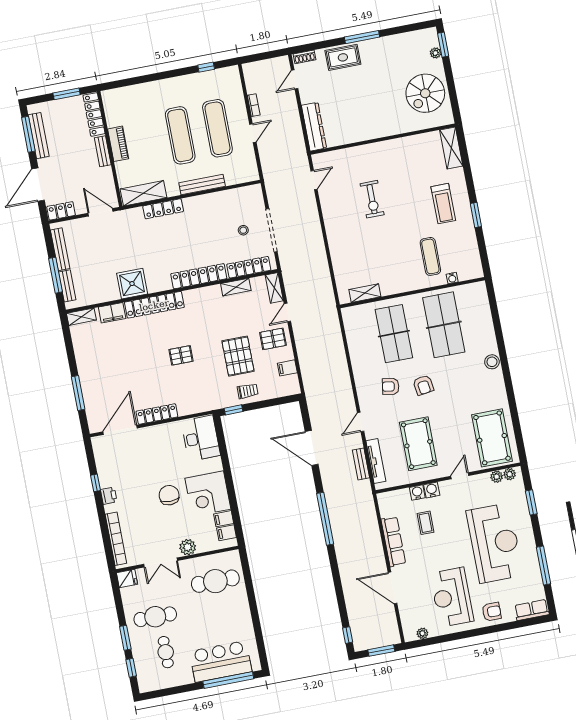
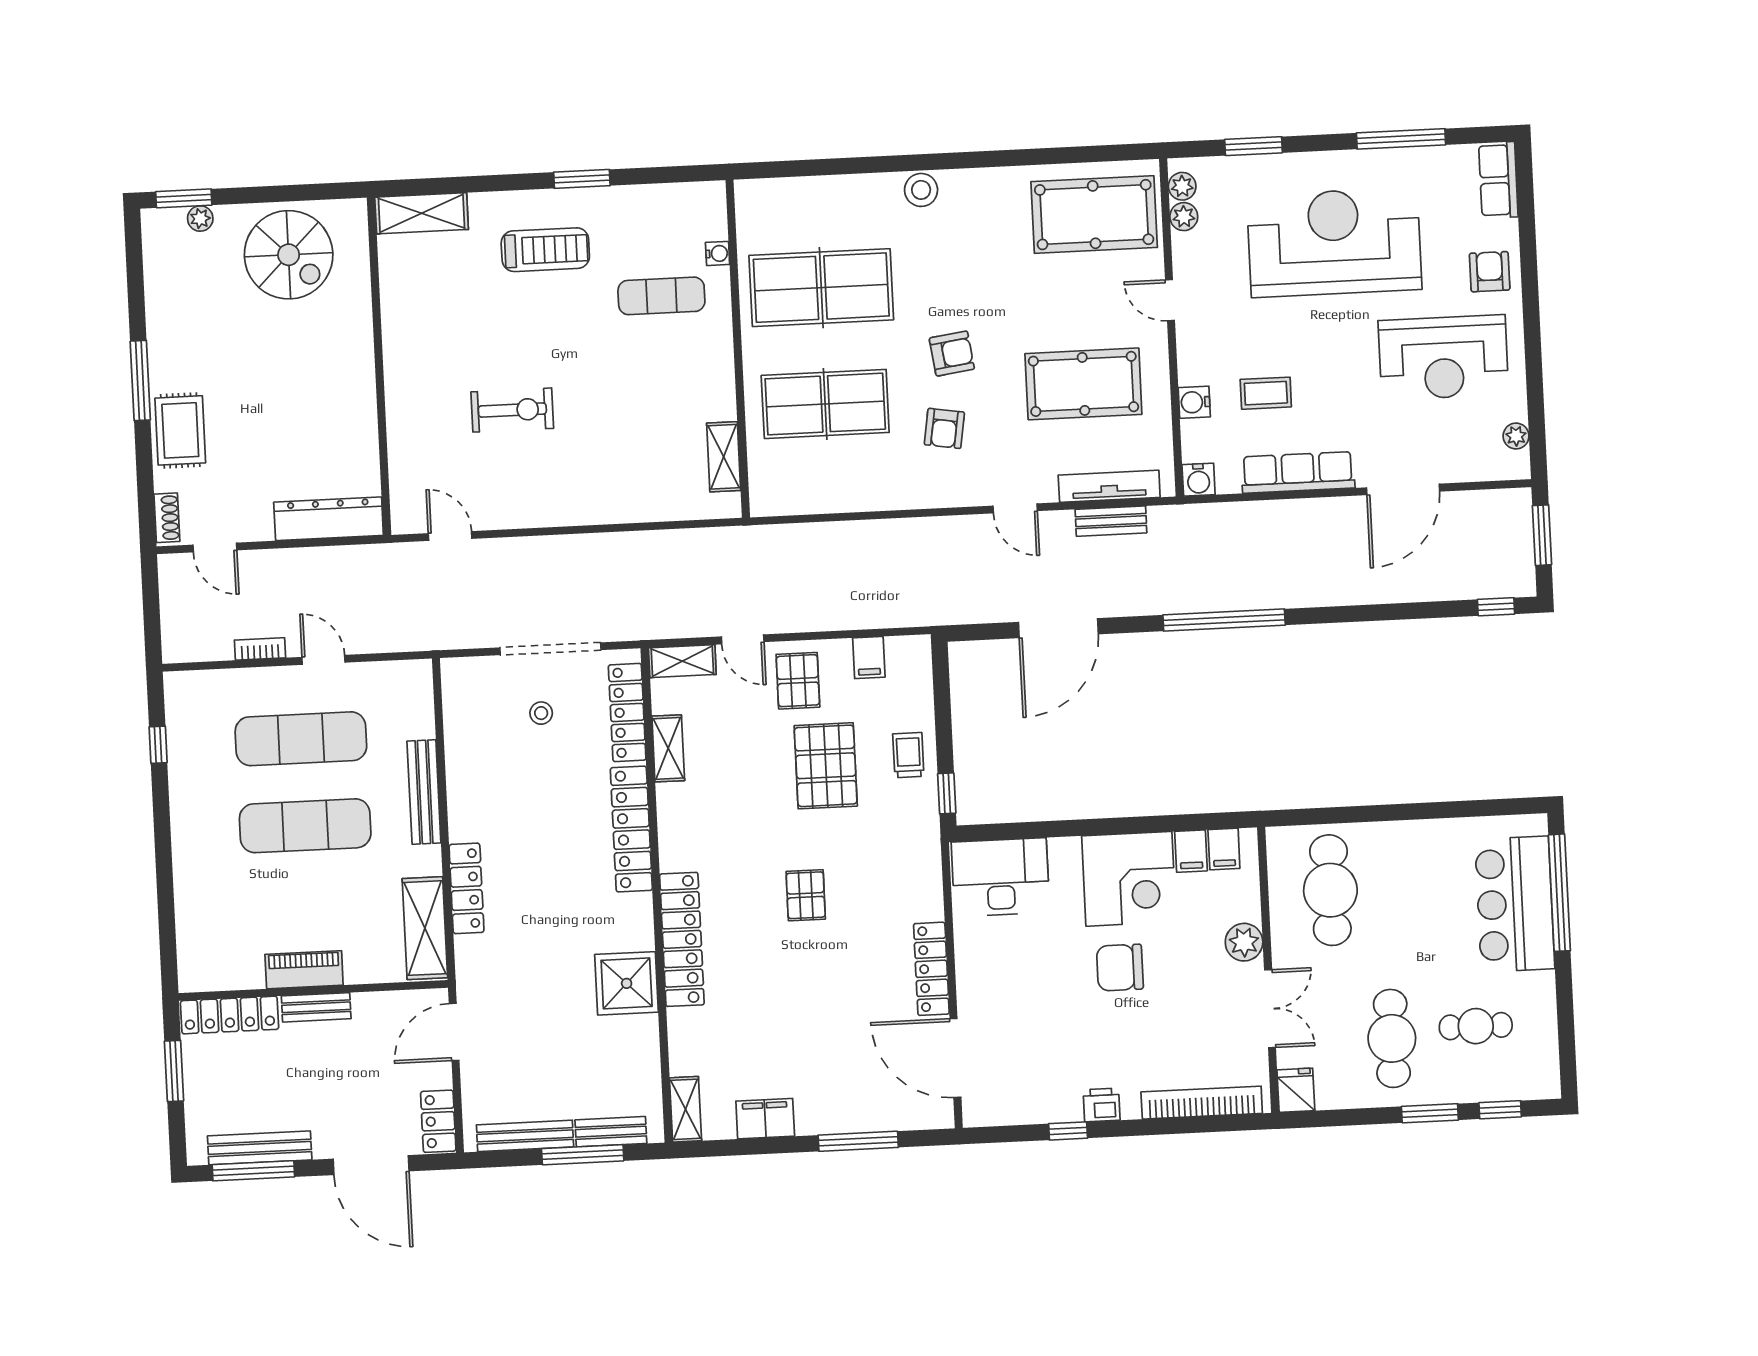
filing cabinet: (112, 313) -> (765, 1119), moved, turned -90
pallet: (238, 356) -> (826, 766), turned 90
water cooler: (432, 490) -> (1199, 480), moved, turned -90

